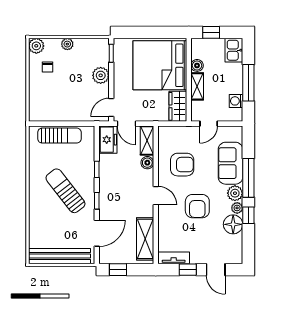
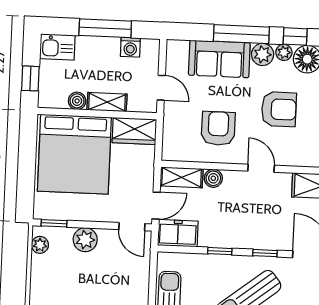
plant: (67, 44) -> (40, 245), moved
door: (156, 196) -> (261, 168), hinge flipped

